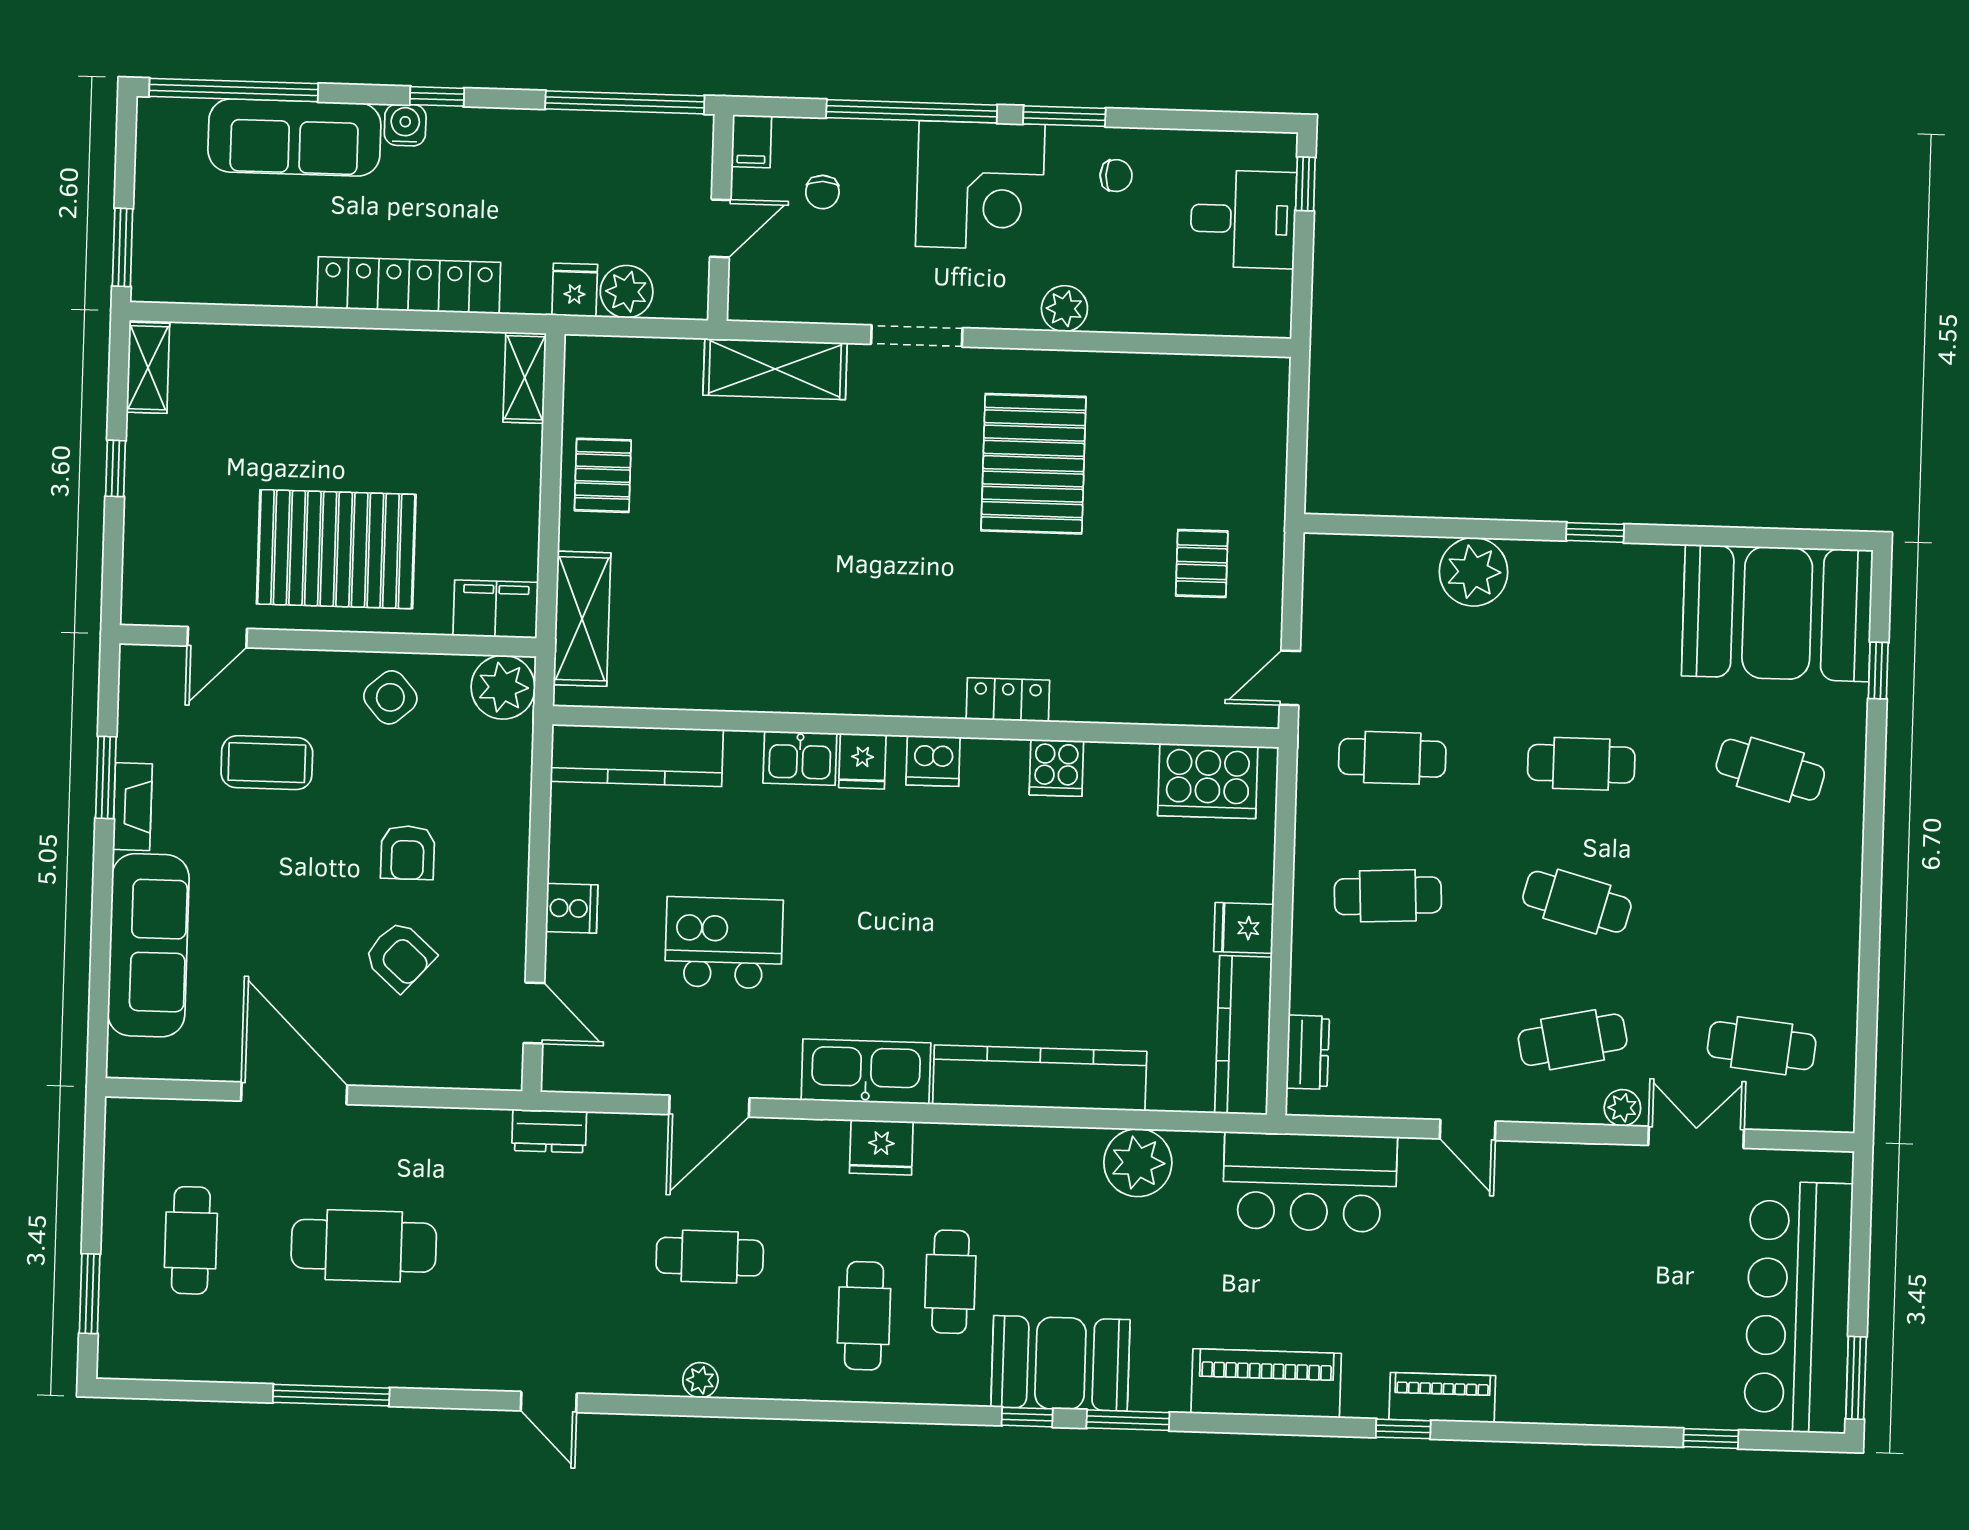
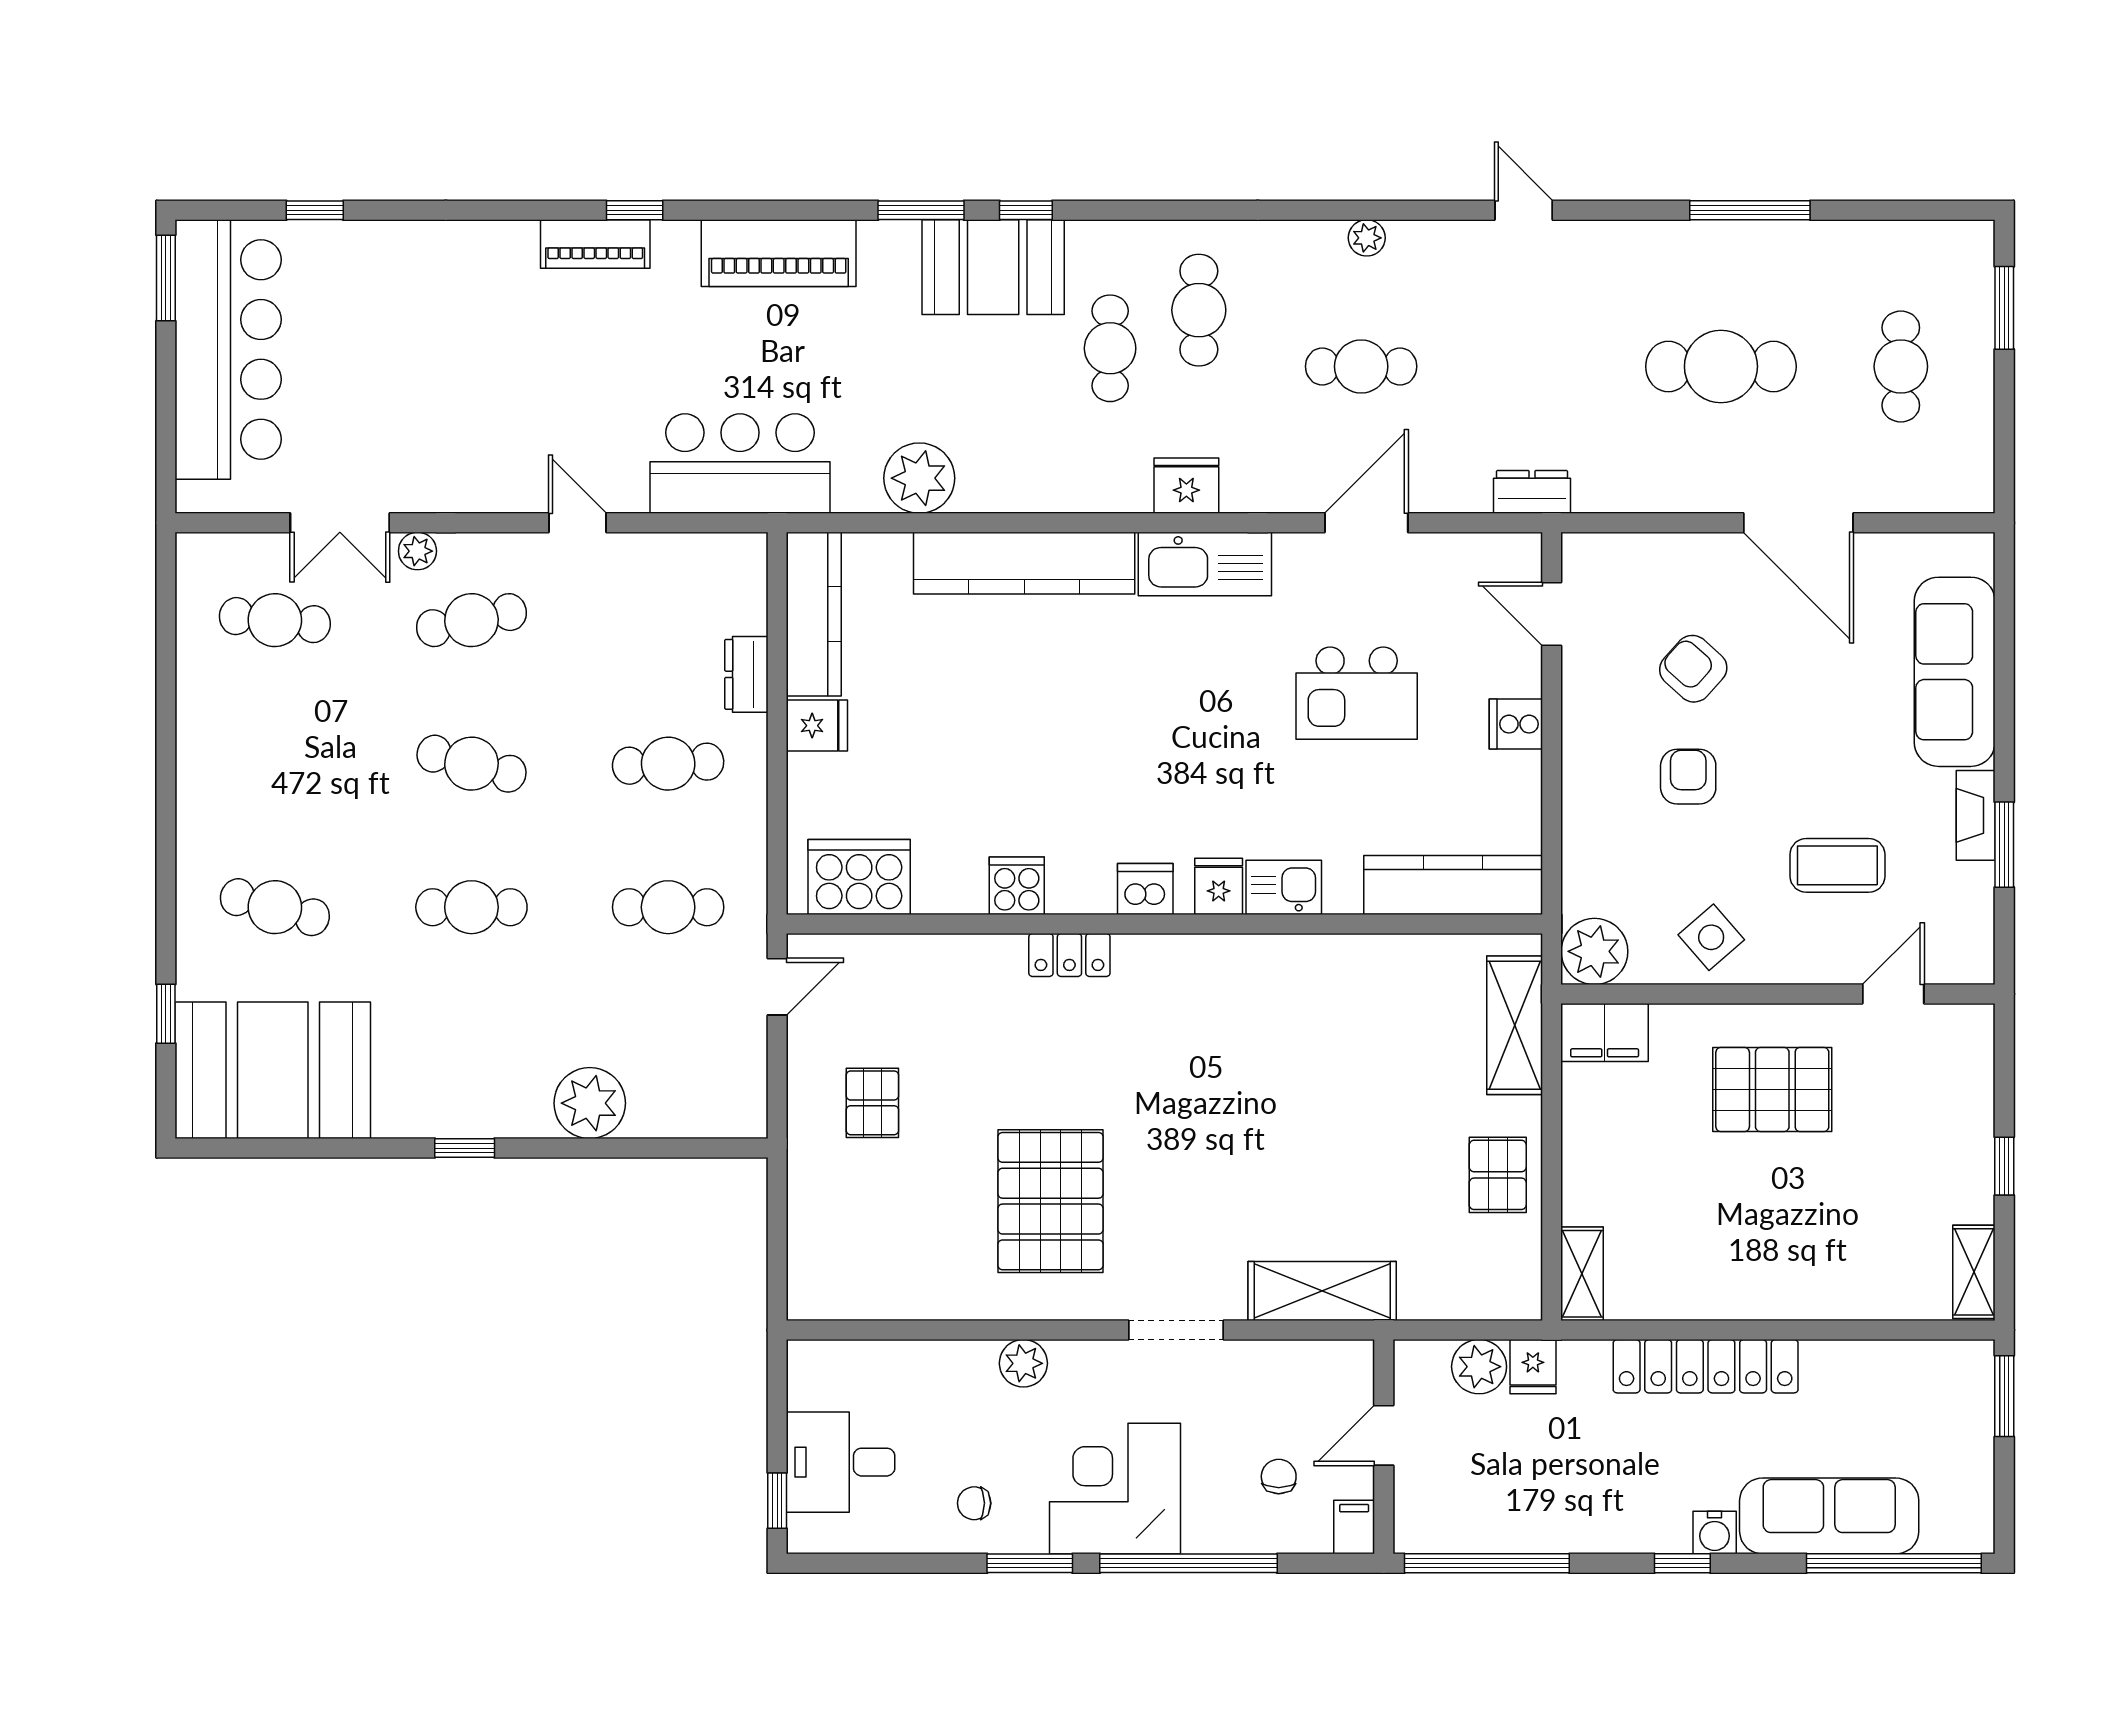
pallet: (336, 549) -> (1772, 1089), width x0.73, depth x0.71
dresser: (1308, 1052) -> (746, 674), moved

